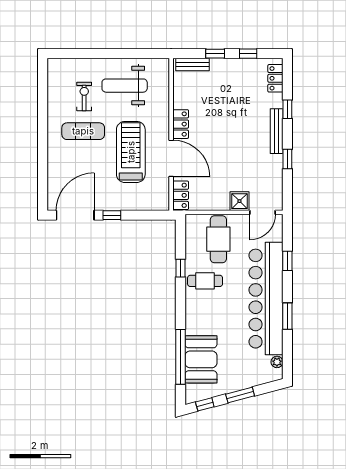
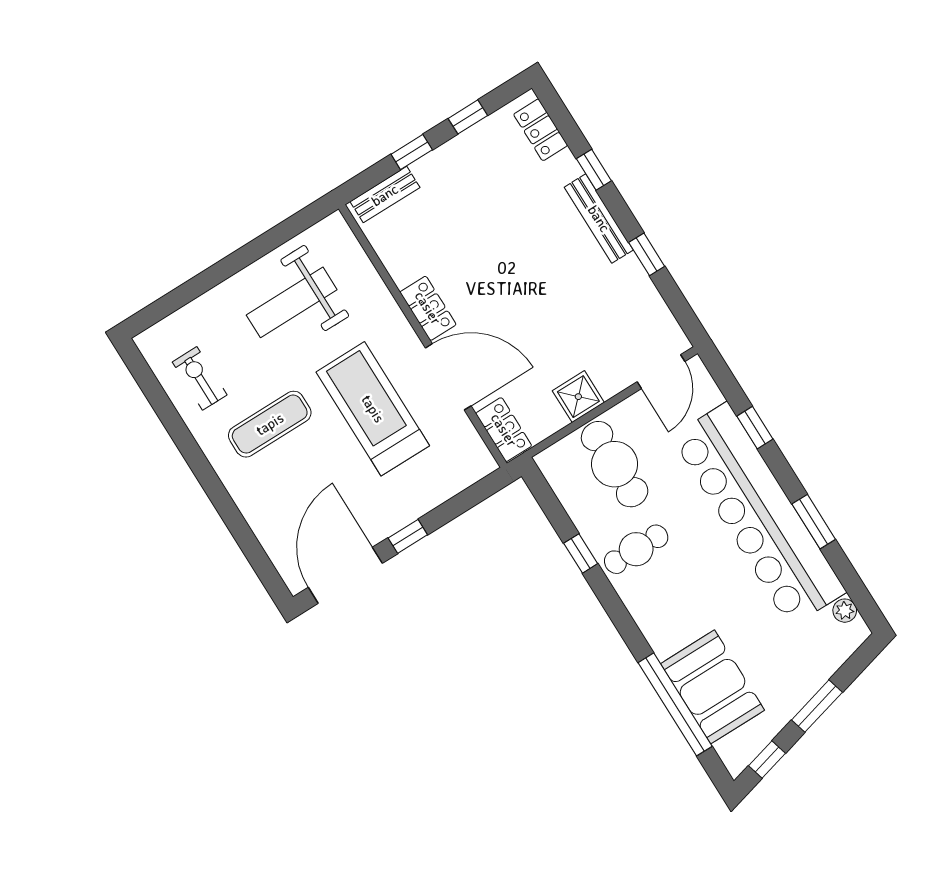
exercise bike: (84, 97) -> (200, 378), moved
shower: (239, 201) -> (578, 397), moved

